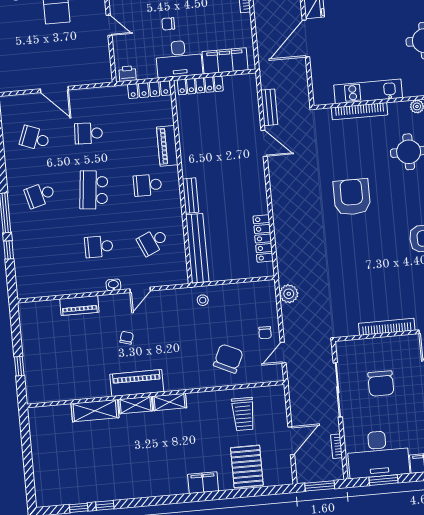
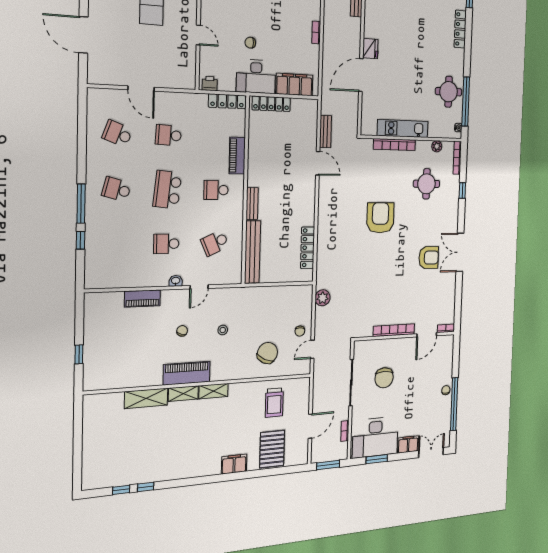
school desk: (40, 195) -> (117, 189), turned 30
stool: (203, 300) -> (223, 330), moved

